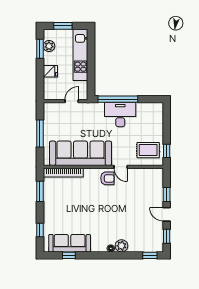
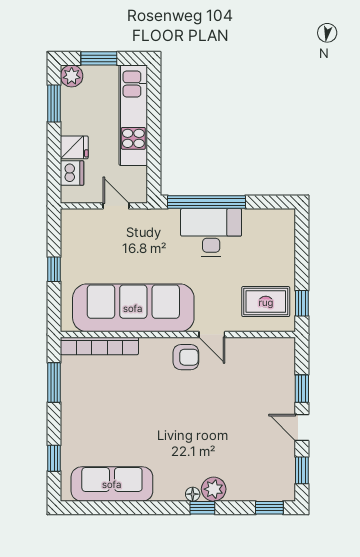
plant: (49, 46) -> (72, 76), moved
dishwasher: (49, 84) -> (72, 173), added
door: (72, 101) -> (116, 206), hinge flipped
window: (40, 134) -> (54, 269), width x0.46
window: (69, 255) -> (202, 508), moved

